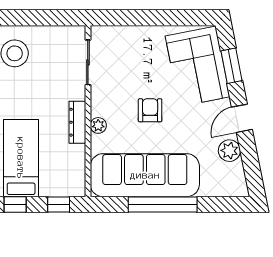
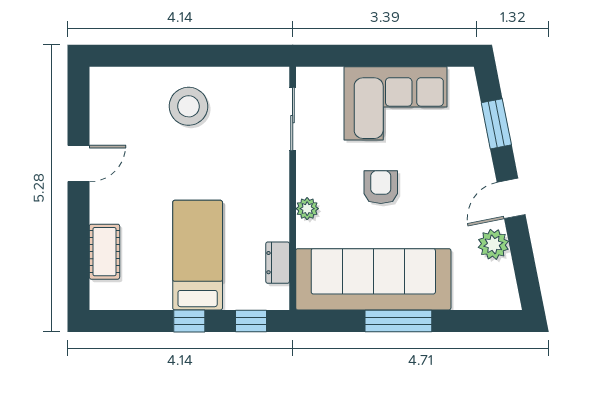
corner sofa: (198, 66) -> (395, 103), moved, turned -79
dresser: (77, 122) -> (278, 263), moved, width x0.70
window: (163, 205) -> (398, 321), width x0.68

